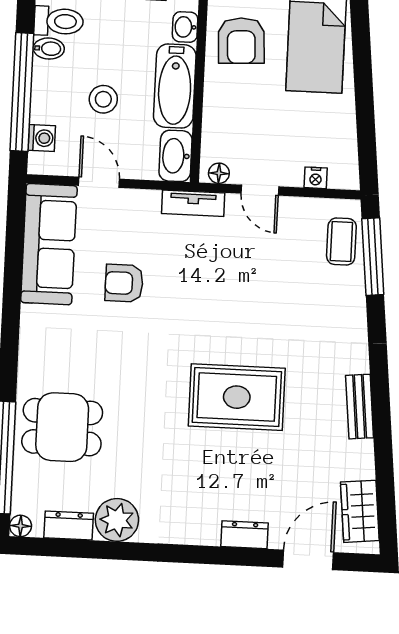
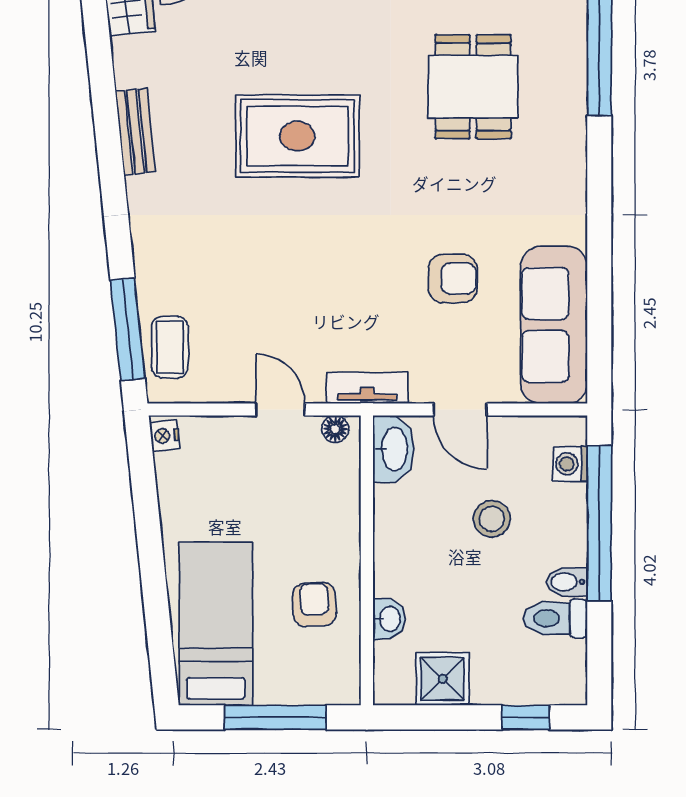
armchair: (241, 41) -> (314, 605), width x0.72, depth x0.72
bathtub: (175, 86) -> (399, 541), removed
nightstand: (316, 178) -> (164, 436), moved, turned -96
door: (99, 182) -> (460, 409), moved
dining table: (62, 427) -> (473, 87), moved, turned 90

